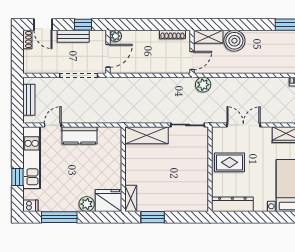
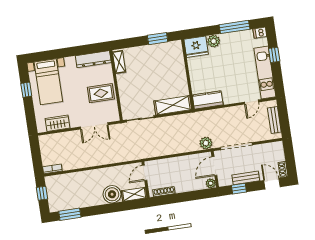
plant: (203, 85) -> (206, 143), moved
kitchen counter: (80, 135) -> (208, 100), moved
shelving: (131, 198) -> (119, 62), moved

